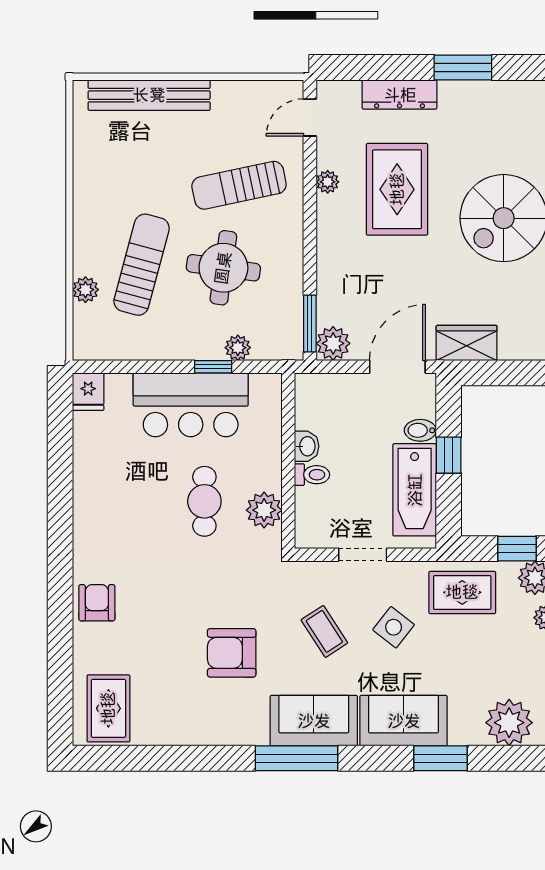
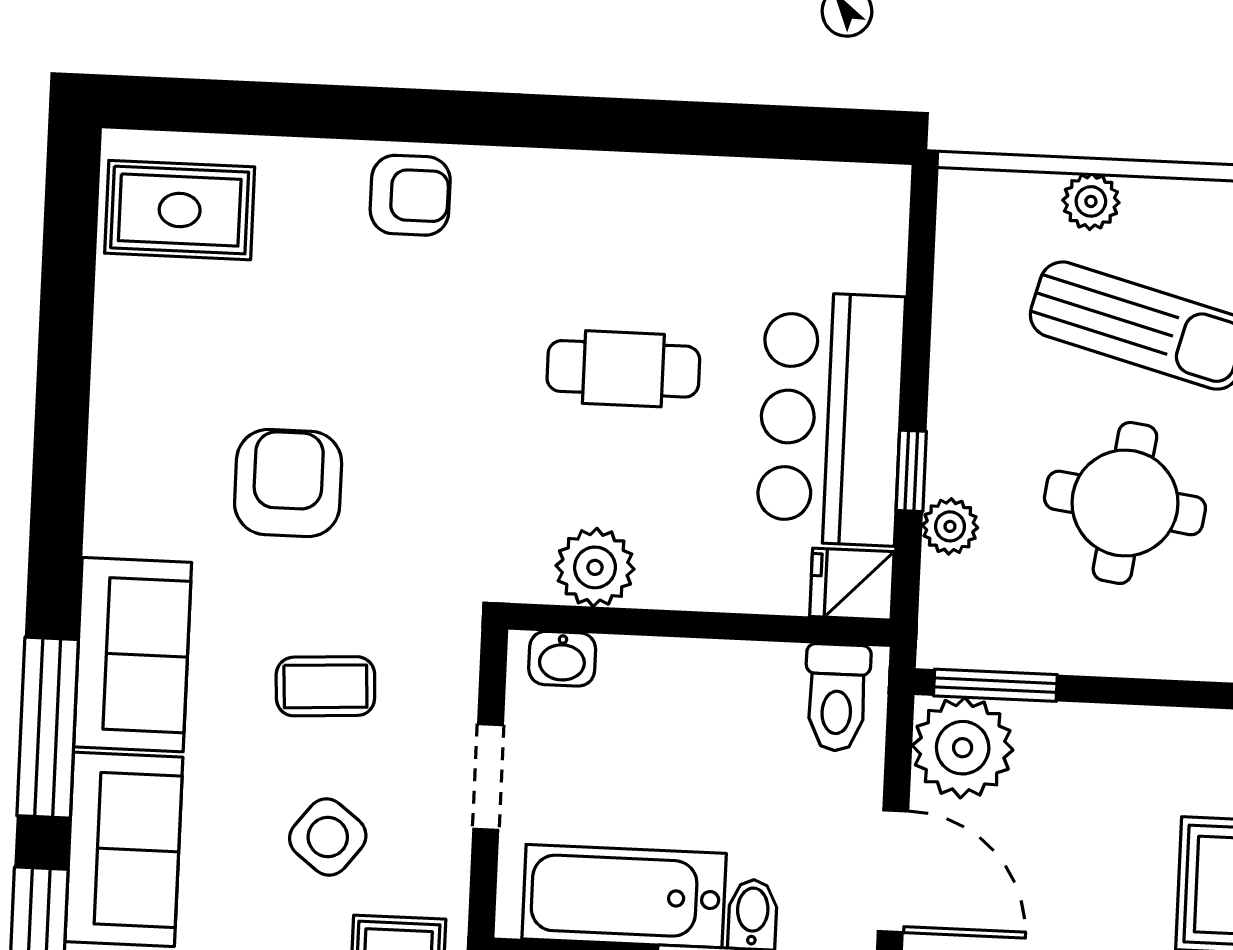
plant: (333, 343) -> (963, 748), width x1.36, depth x1.36
fridge: (88, 392) -> (852, 584), moved
washbasin: (307, 446) -> (562, 659), moved
toilet: (312, 475) -> (837, 698), moved, width x1.37, depth x1.39
cafe table: (204, 501) -> (623, 369), moved
coffee table: (324, 631) -> (325, 686), turned 30
window: (297, 758) -> (48, 728), moved

